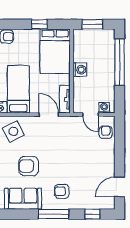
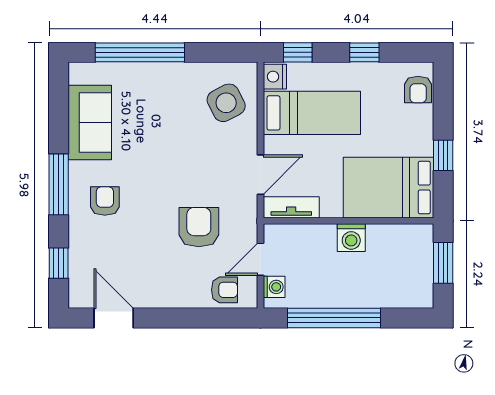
window: (120, 62) -> (334, 318), moved
armchair: (29, 166) -> (199, 227), moved

